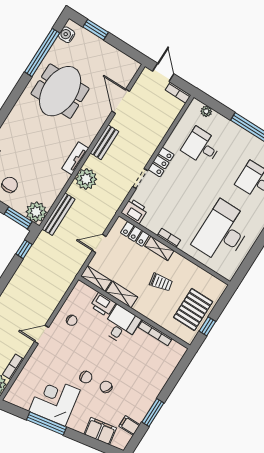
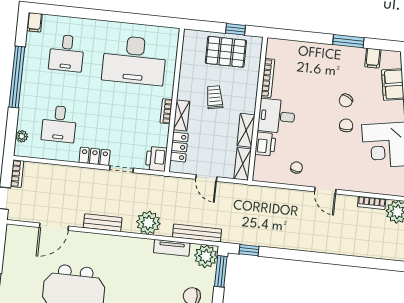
tv unit: (75, 158) -> (172, 248), moved

